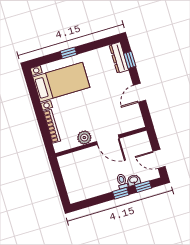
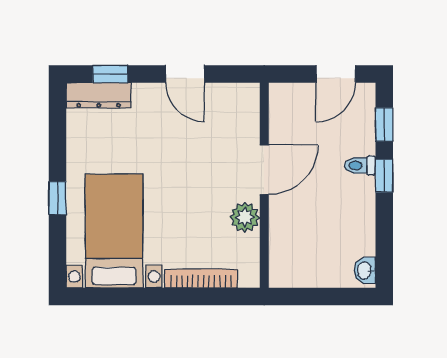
washbasin: (134, 180) -> (365, 270), moved

